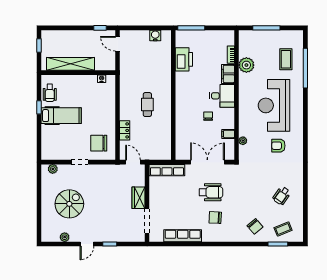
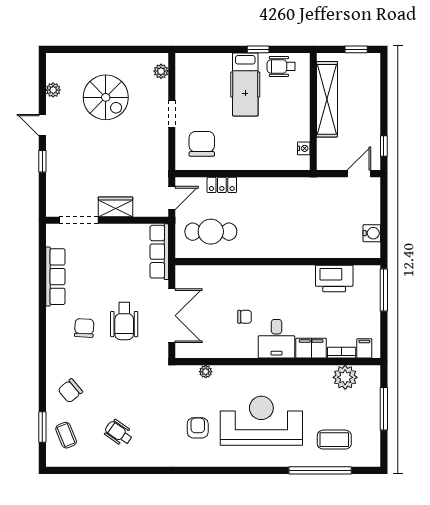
plant: (246, 65) -> (345, 377), moved
cafe table: (147, 105) -> (211, 232), moved, width x1.37, depth x1.35
filing cabinet: (228, 134) -> (364, 348), moved

